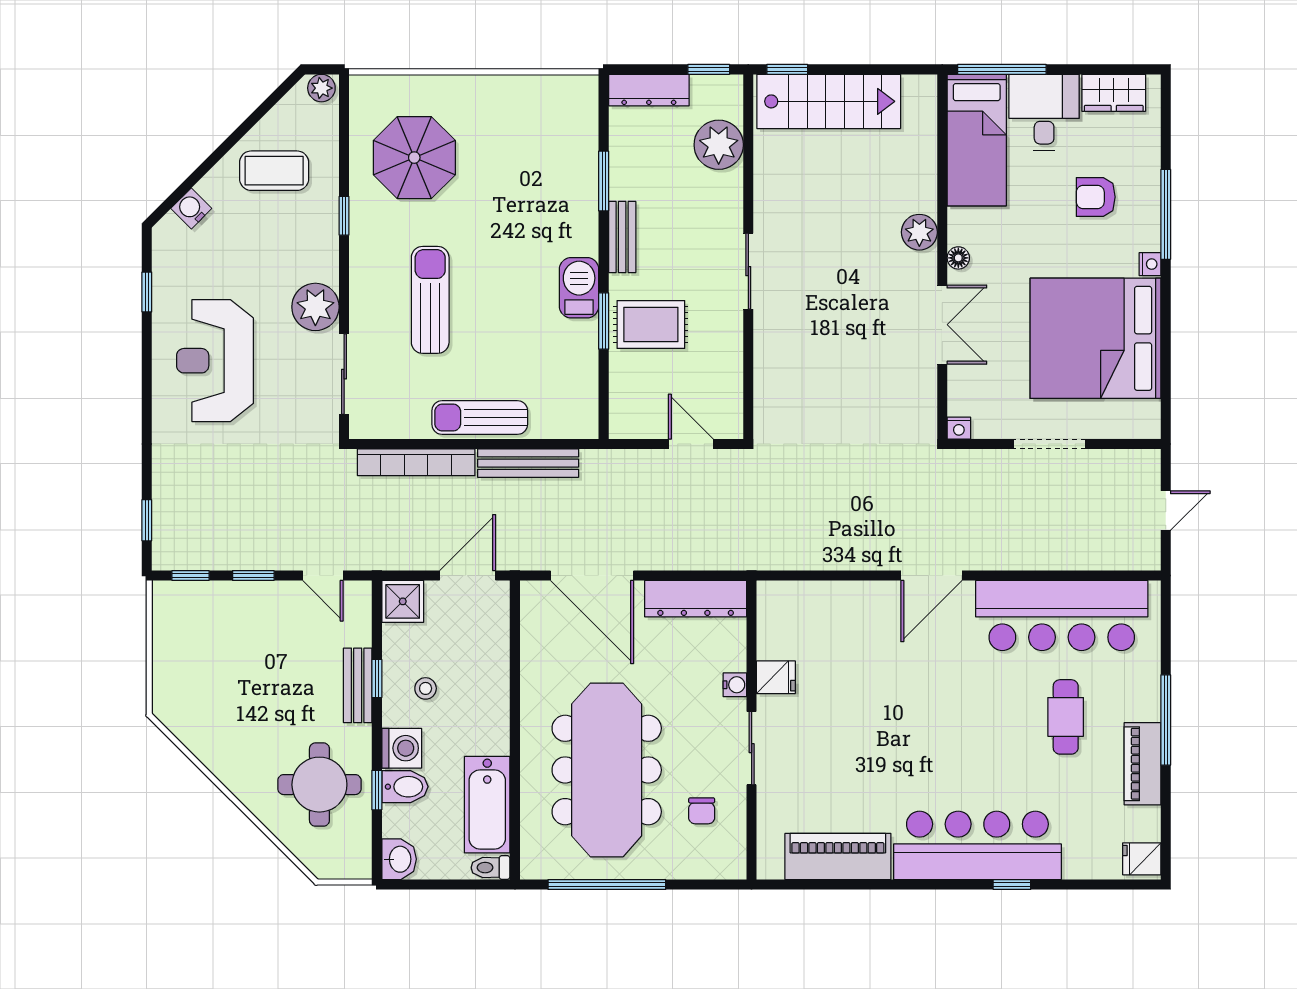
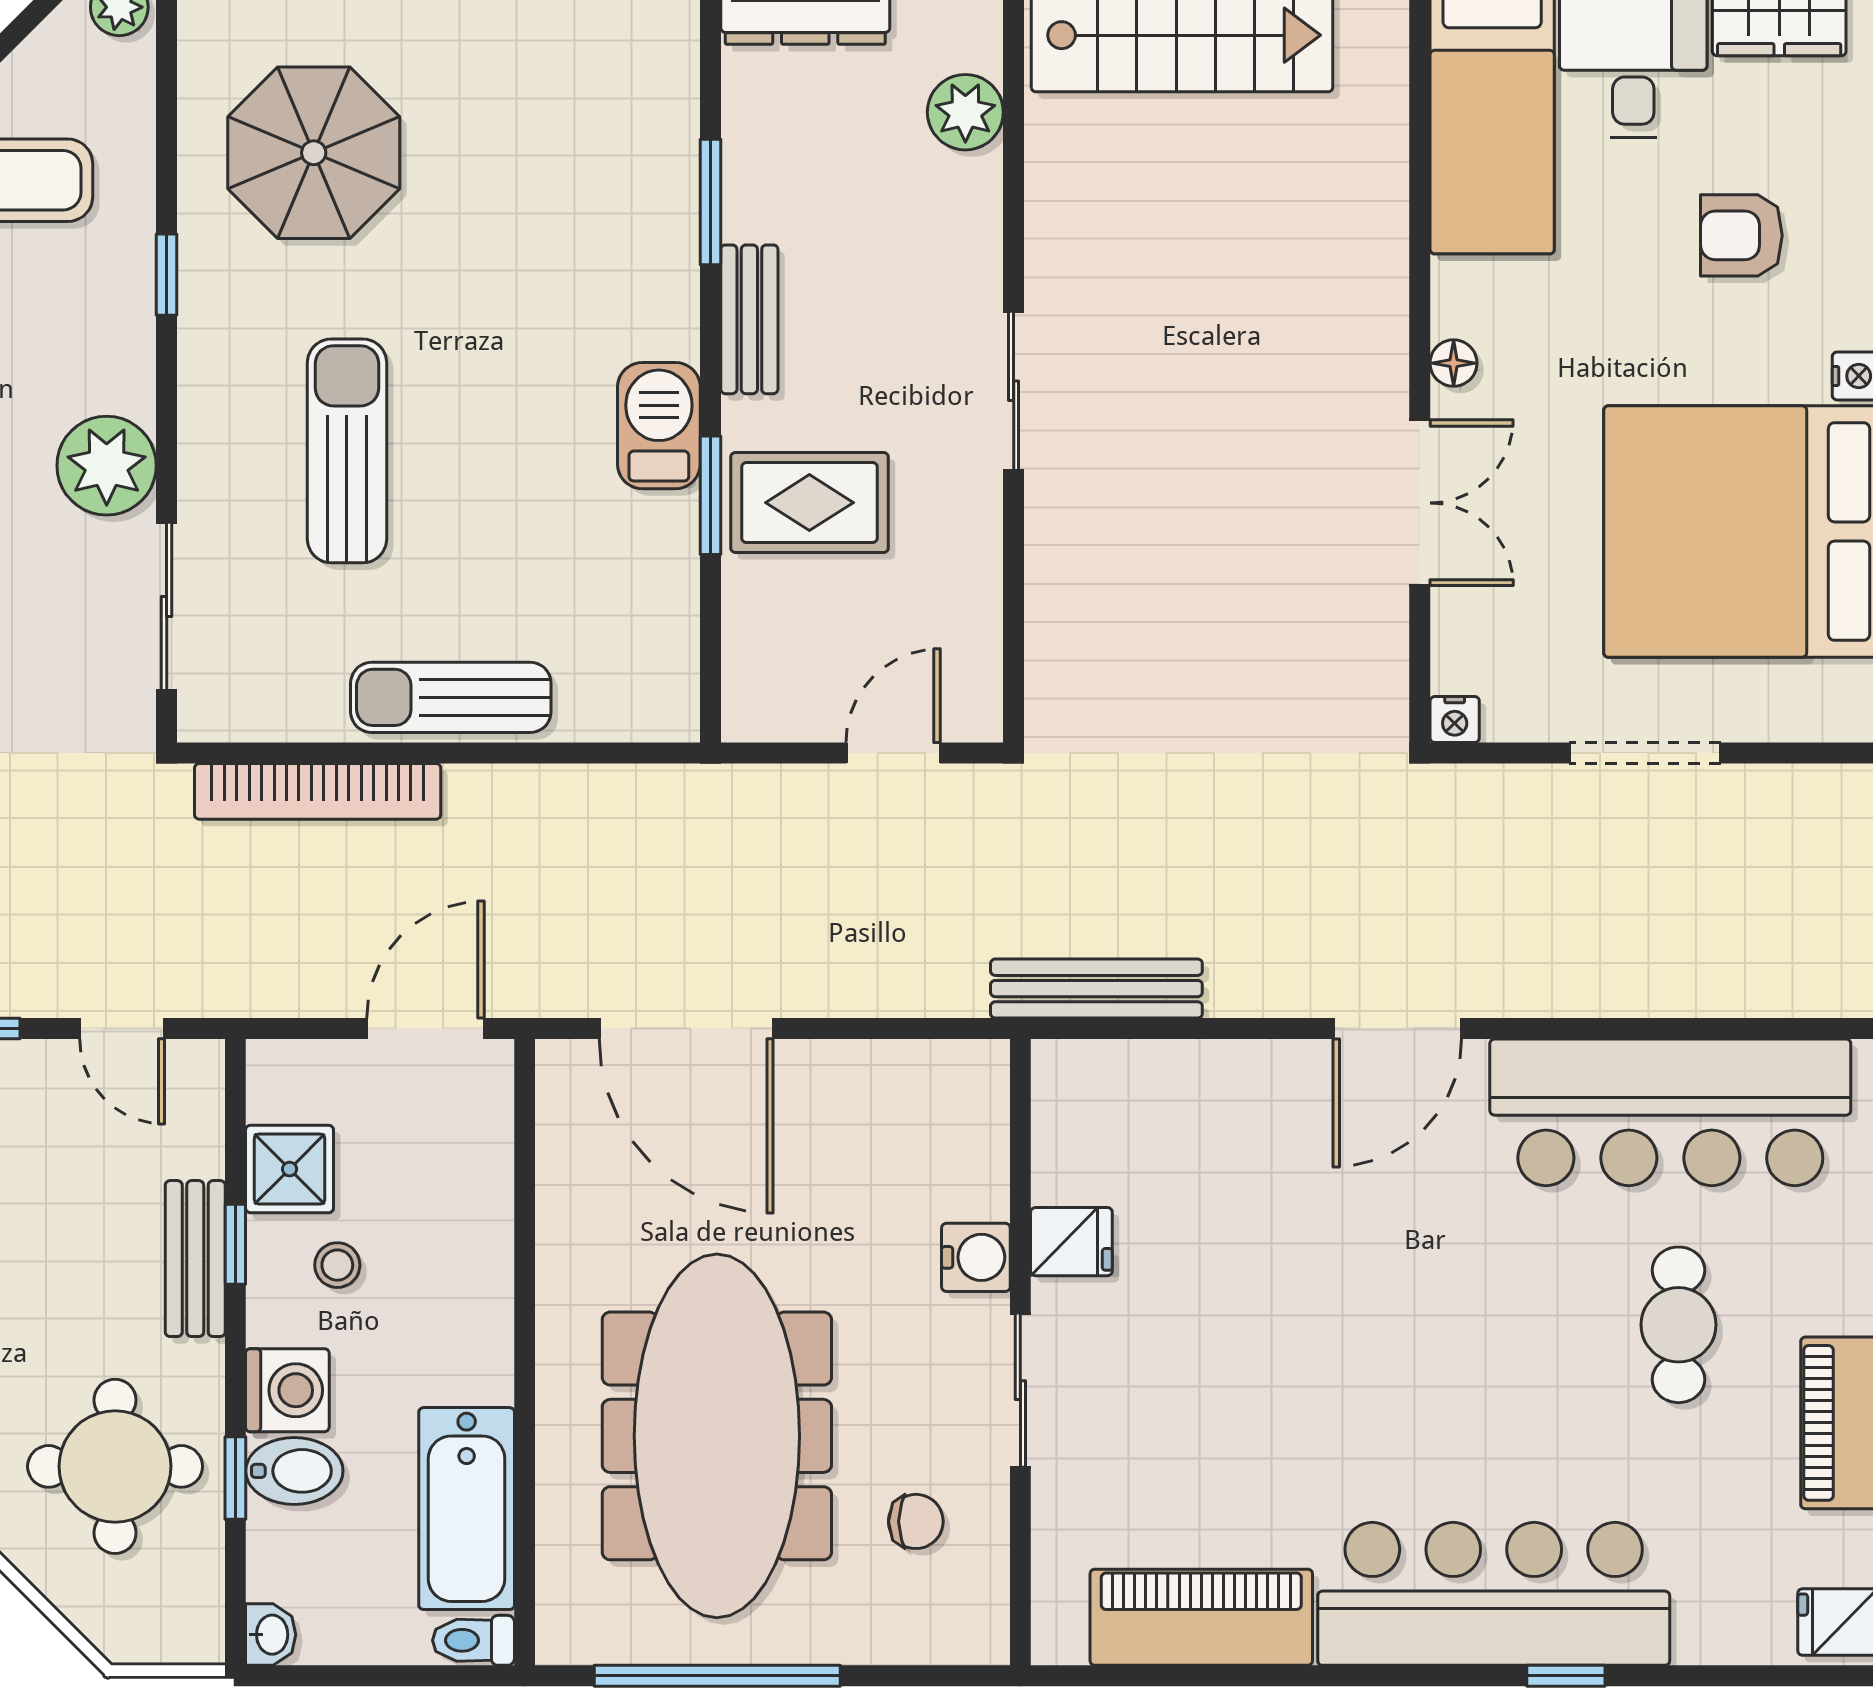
plant: (719, 145) -> (965, 112), width x0.73, depth x0.73
plant: (919, 232) -> (1372, 309), removed
door: (691, 444) -> (893, 753), hinge flipped
bench: (528, 463) -> (1096, 989), moved
dresser: (696, 599) -> (903, 1077), removed
shower: (403, 601) -> (290, 1169), moved
water cooler: (735, 685) -> (976, 1257), width x1.38, depth x1.38
chair: (702, 811) -> (916, 1521), turned -90
washbasin: (399, 859) -> (271, 1635), width x0.72, depth x0.69

